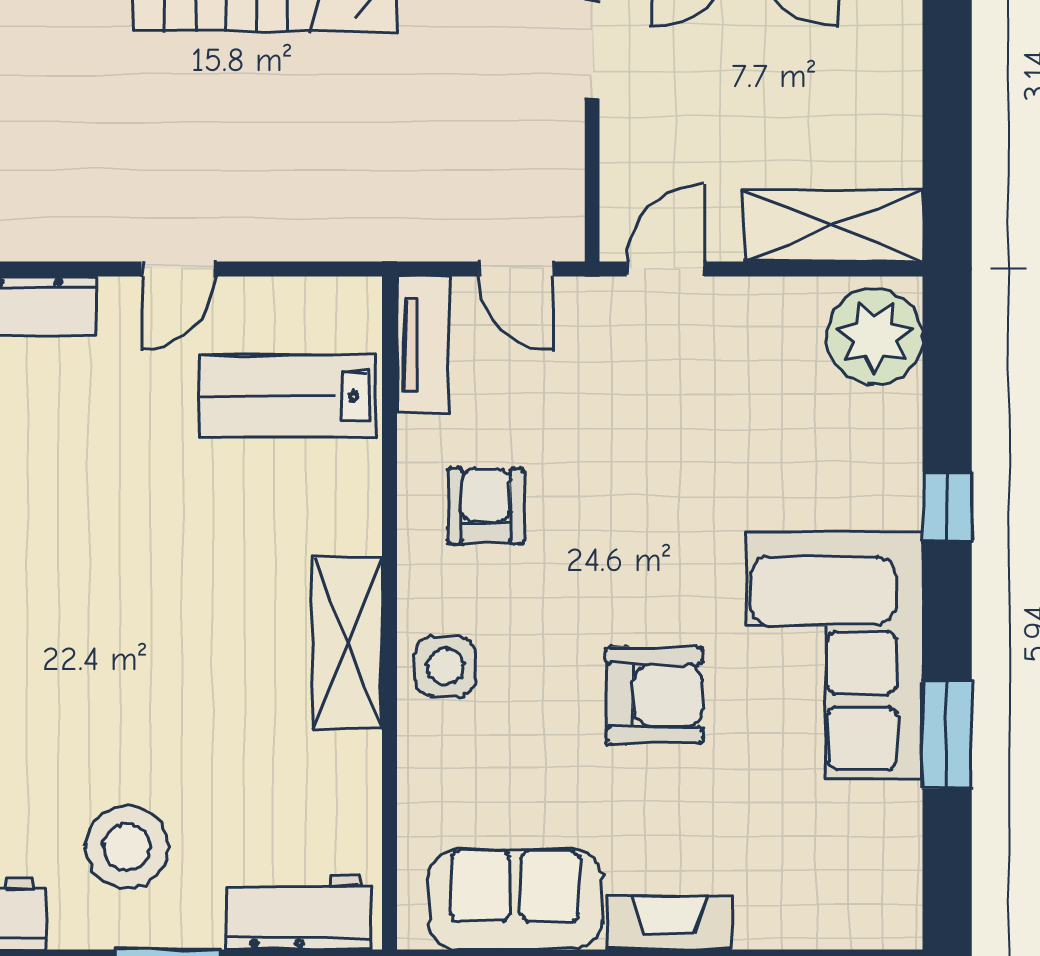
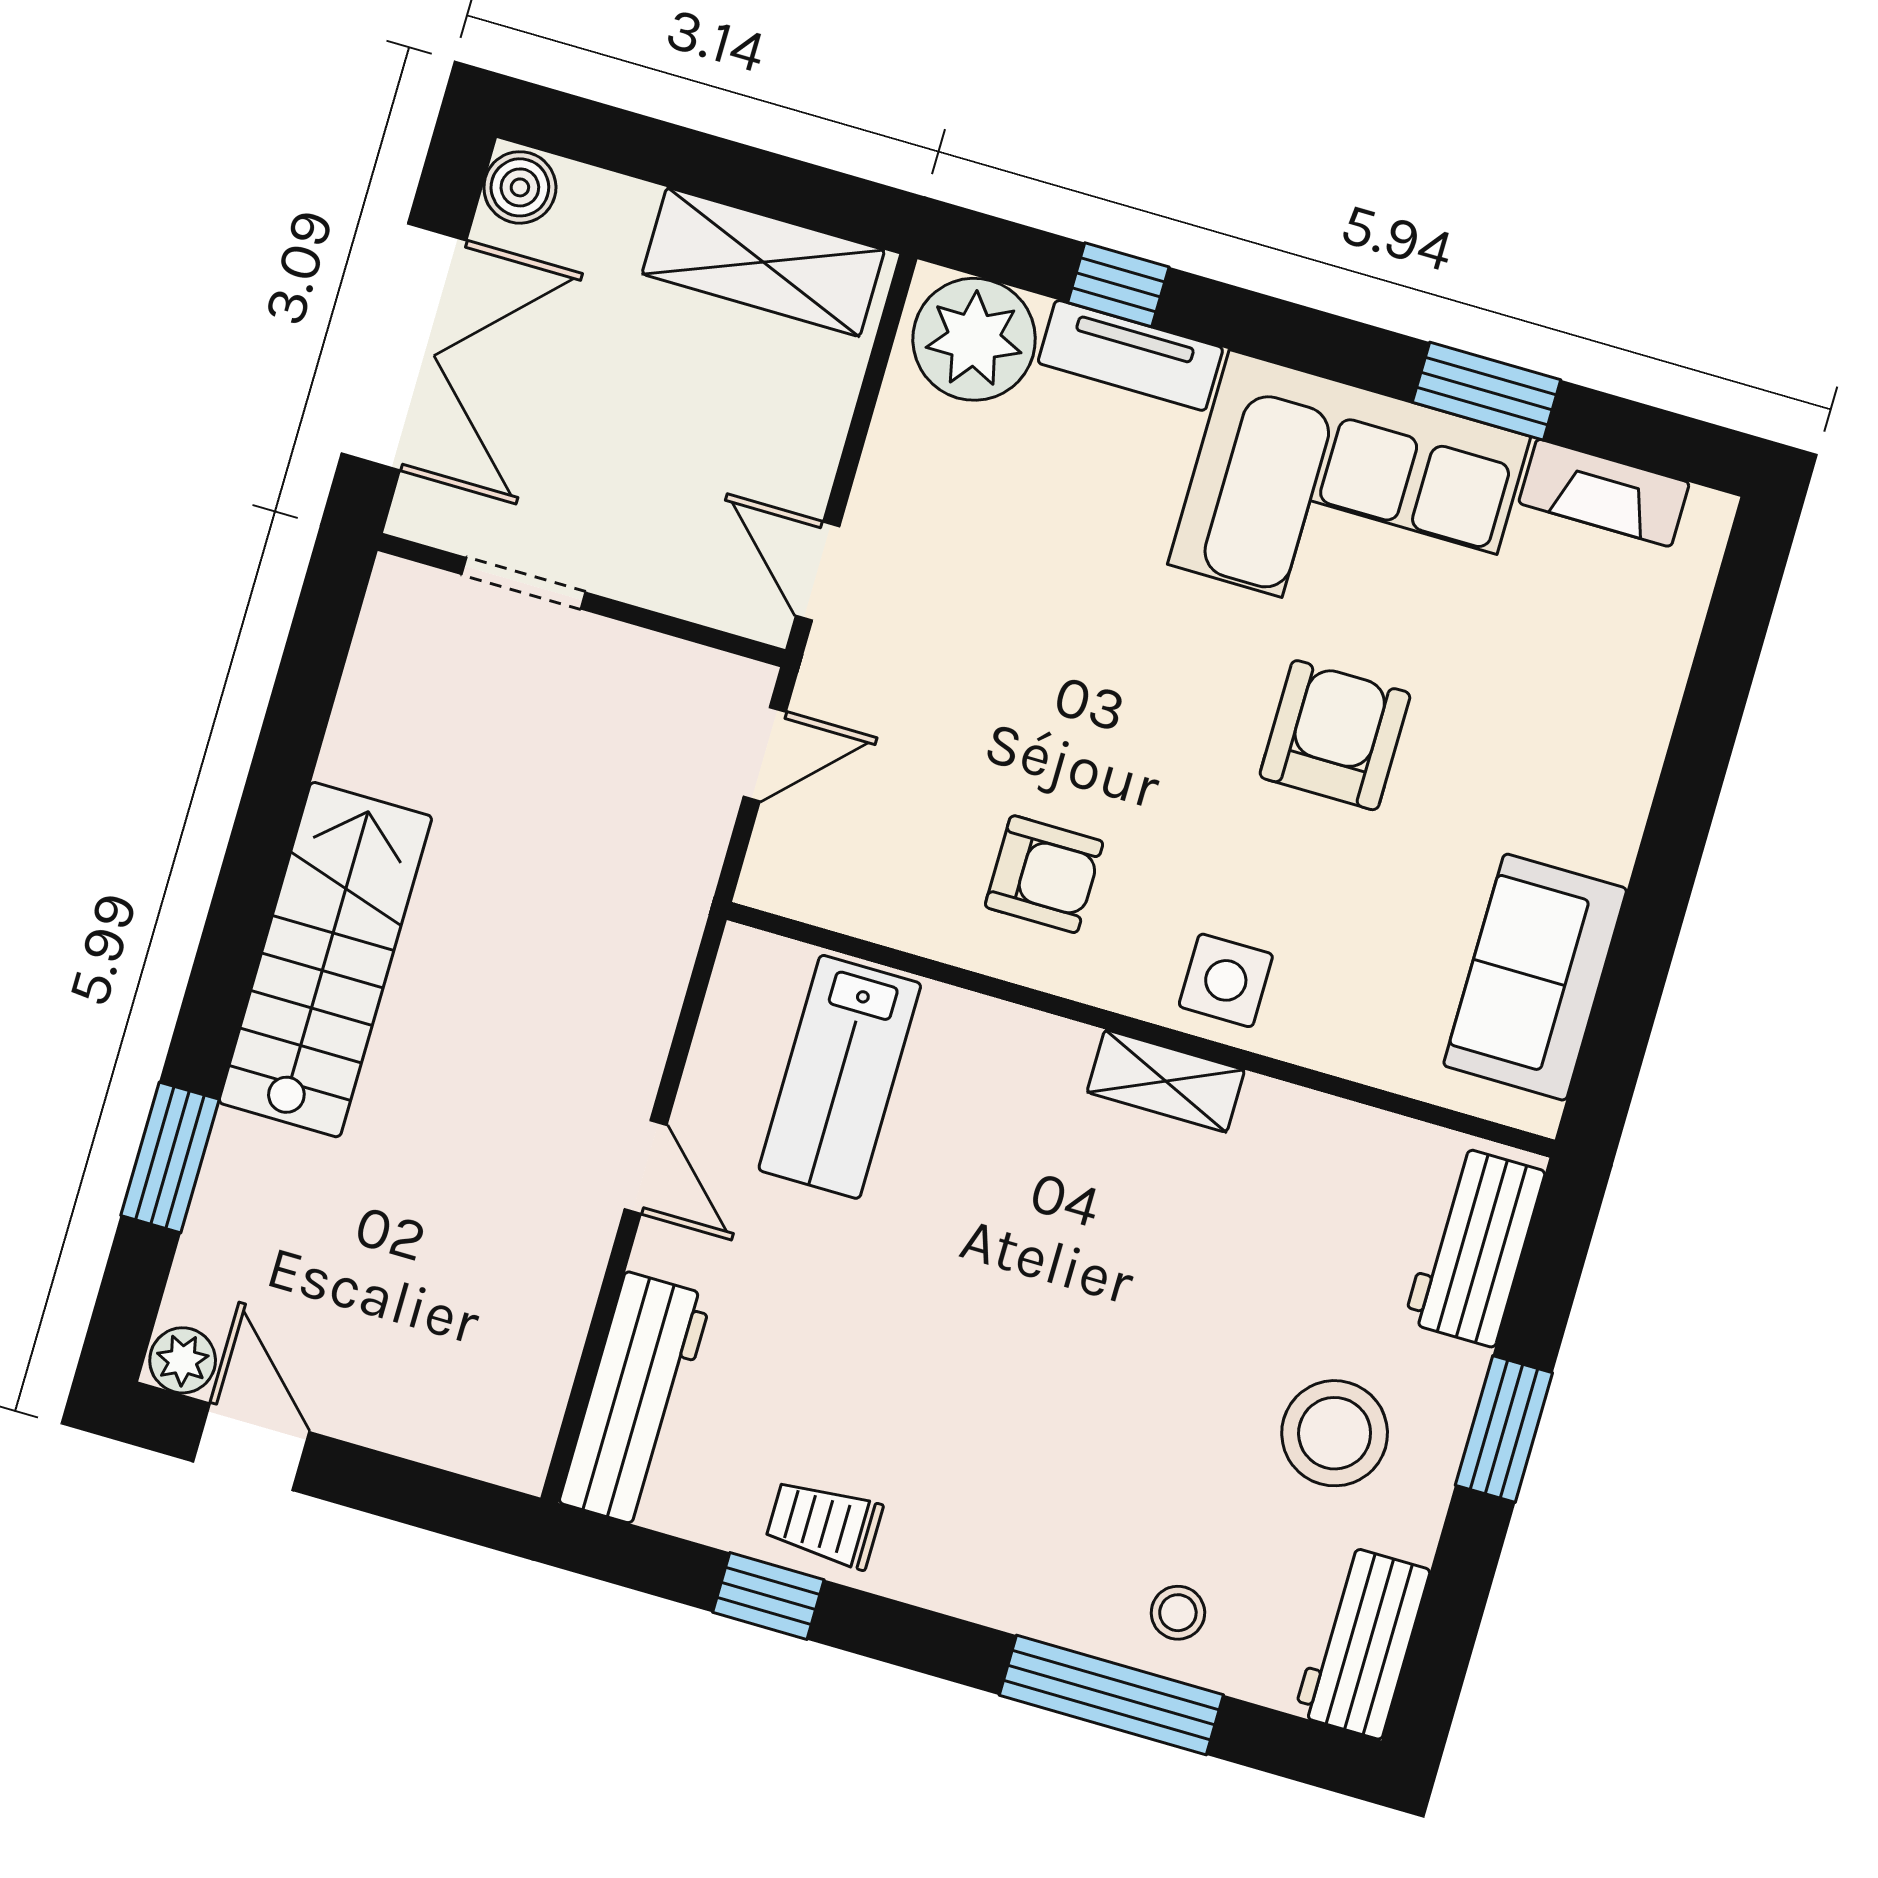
shelving: (833, 226) -> (763, 262), moved, turned 90
tv unit: (423, 345) -> (1130, 355), moved, turned 180
armchair: (486, 506) -> (1044, 874), turned 180
window: (947, 506) -> (1118, 285), moved
shelving: (348, 643) -> (1166, 1081), width x0.67, depth x0.75
fireplace: (670, 923) -> (1604, 493), moved, turned -90

